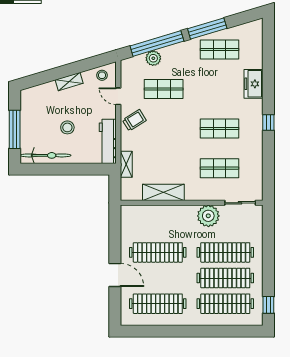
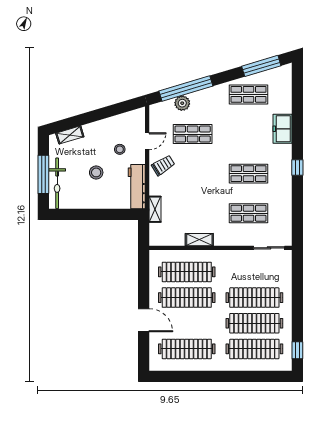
window: (207, 29) -> (261, 66), moved
stool: (102, 75) -> (120, 149), moved
shelving: (69, 82) -> (70, 135), moved
door: (118, 96) -> (147, 141), swing flipped
bicycle: (46, 155) -> (57, 183), moved, turned 90
shelving: (163, 192) -> (199, 240), width x0.67, depth x0.75
plant: (208, 216) -> (237, 261), removed
clothes rail: (158, 227) -> (187, 272), added

